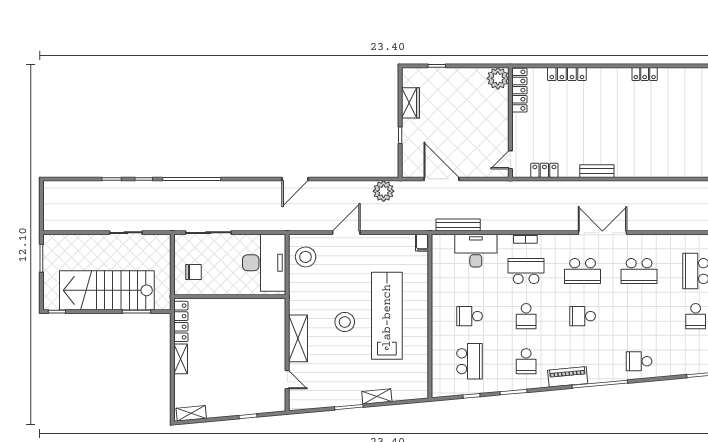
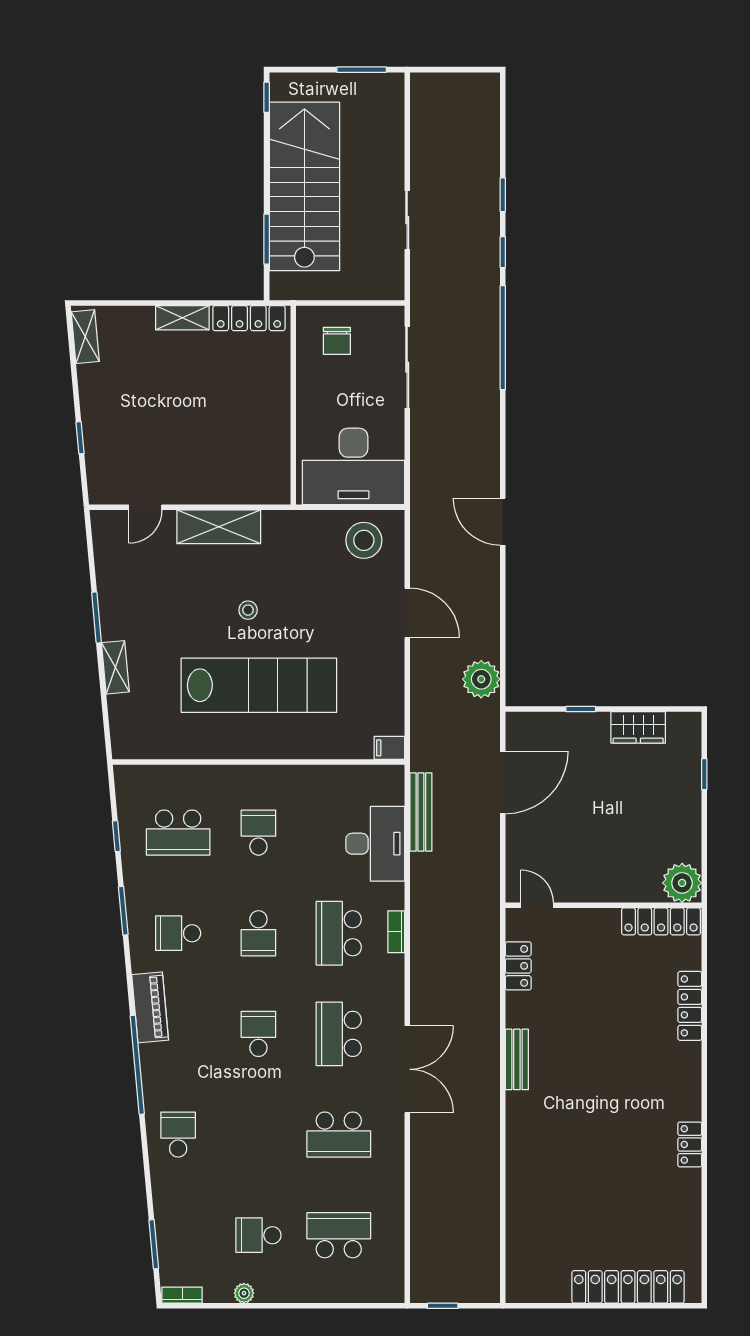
school desk: (526, 271) -> (339, 933), turned 180
school desk: (639, 271) -> (339, 1135), turned -90
school desk: (526, 316) -> (258, 933), turned -90
stool: (345, 322) -> (248, 610), width x0.53, depth x0.53

